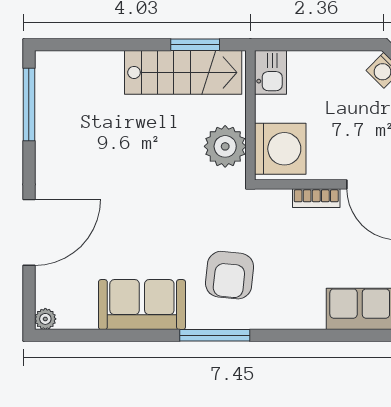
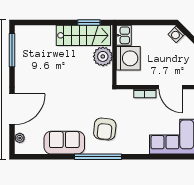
plant: (225, 146) -> (103, 56), moved
washing machine: (280, 149) -> (128, 58), moved
plant: (45, 319) -> (20, 138), moved
window: (215, 335) -> (98, 157), width x1.46

